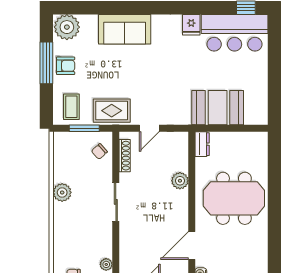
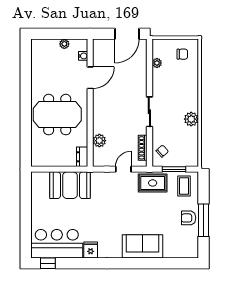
plant: (67, 27) -> (188, 248), removed
plant: (180, 181) -> (99, 141), moved

